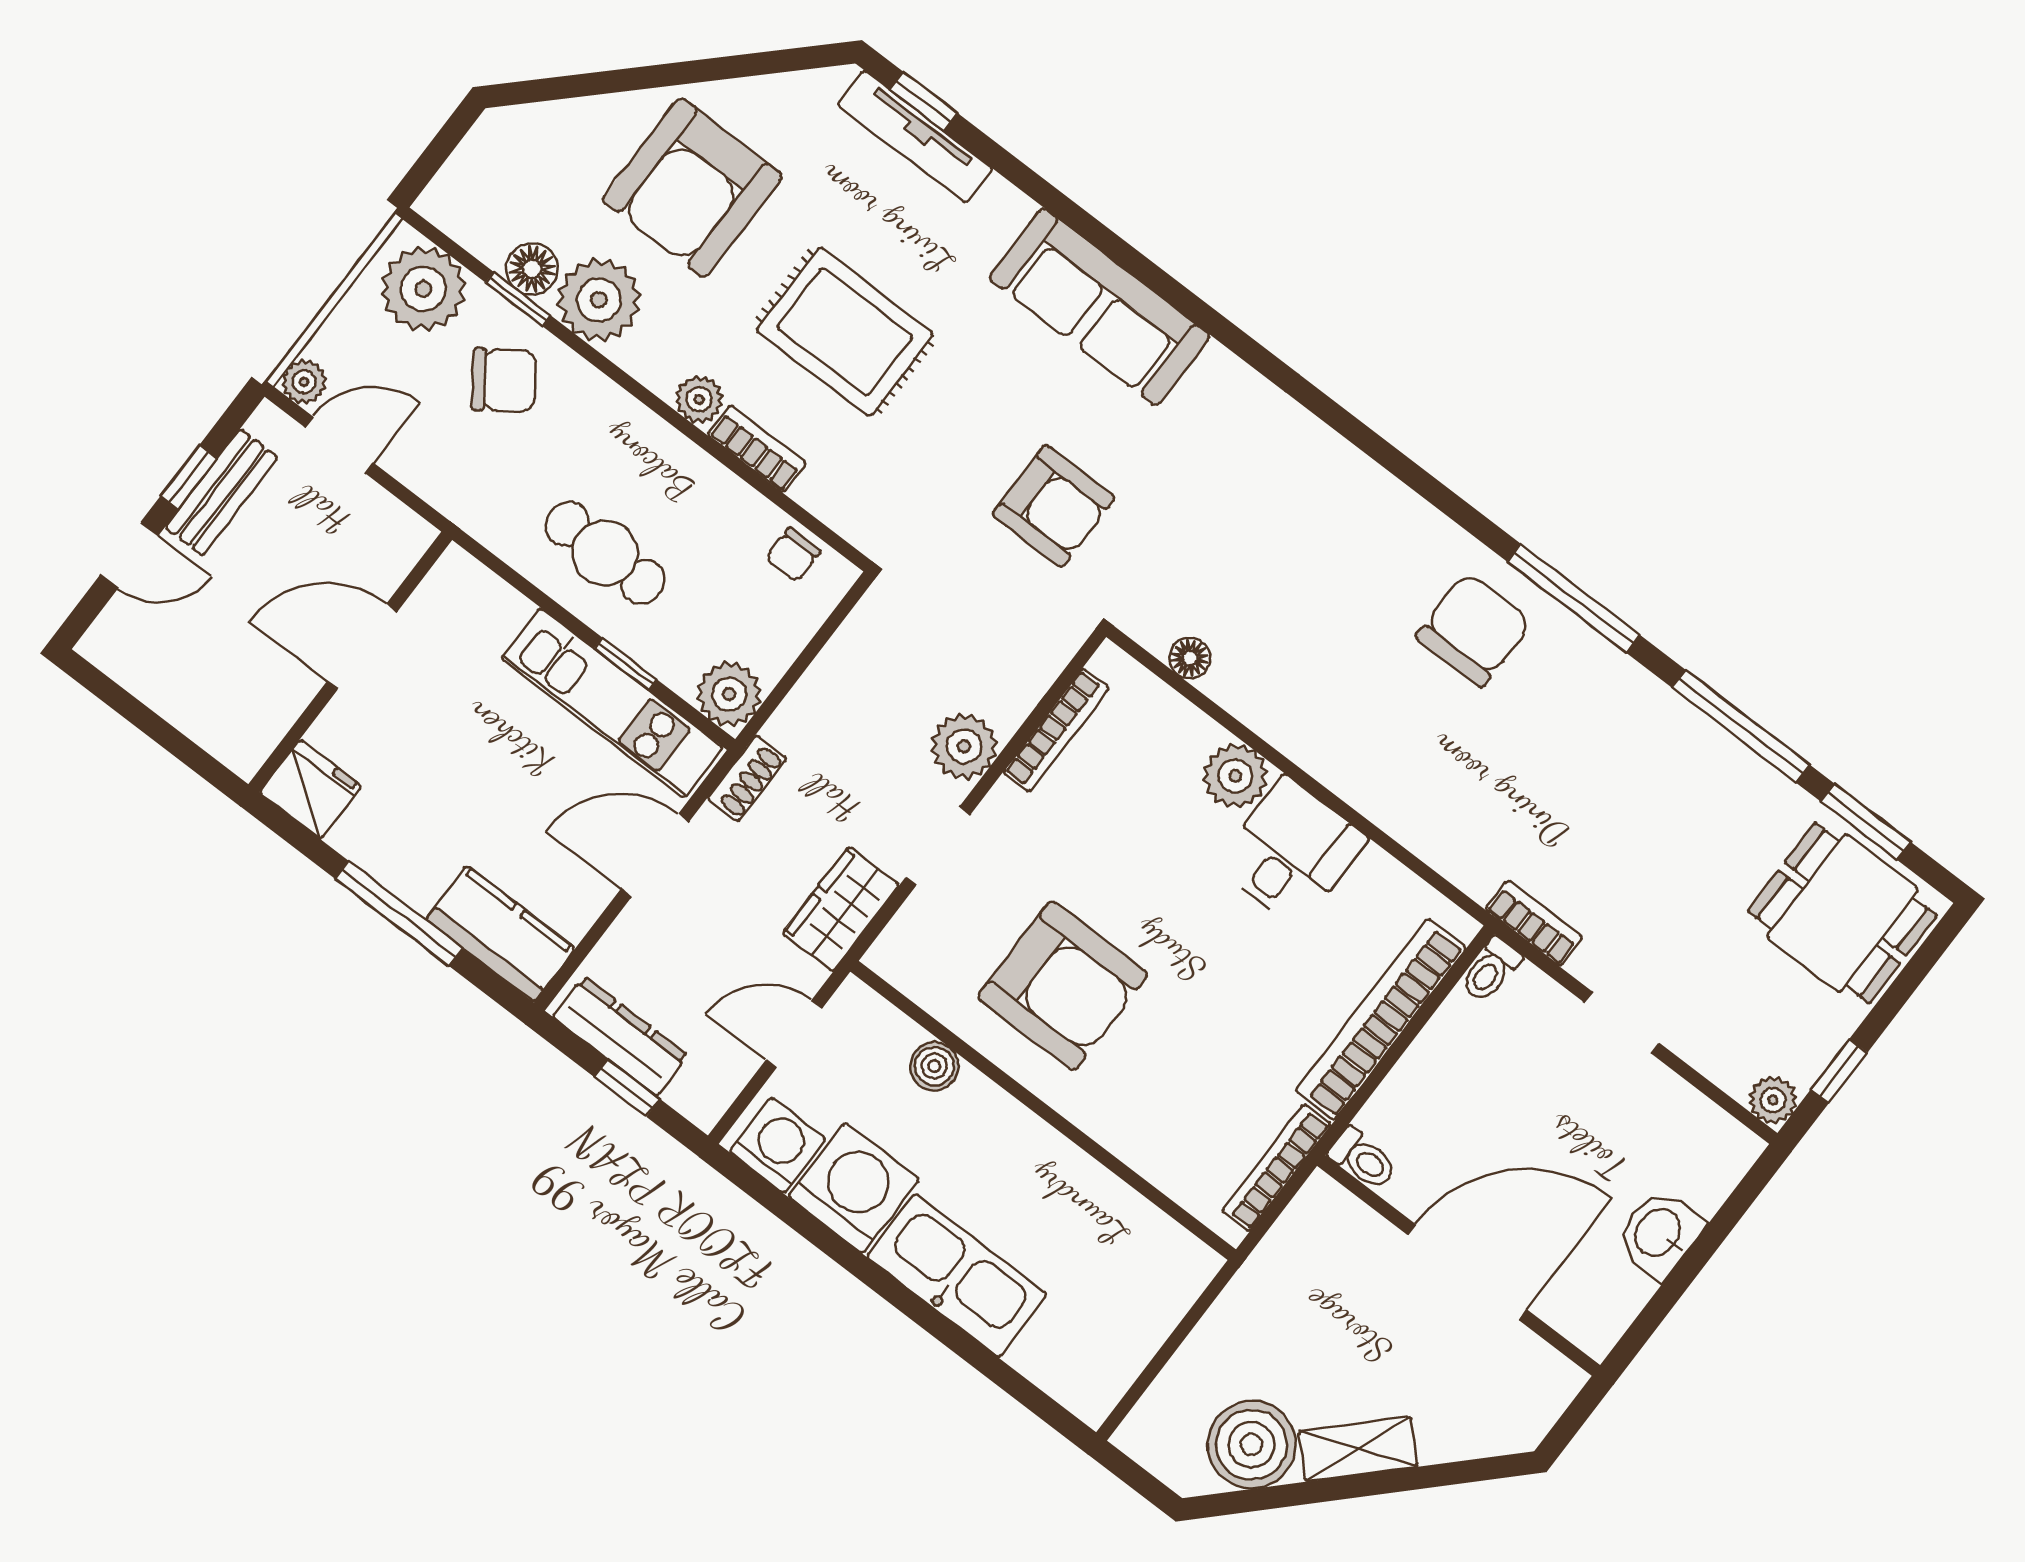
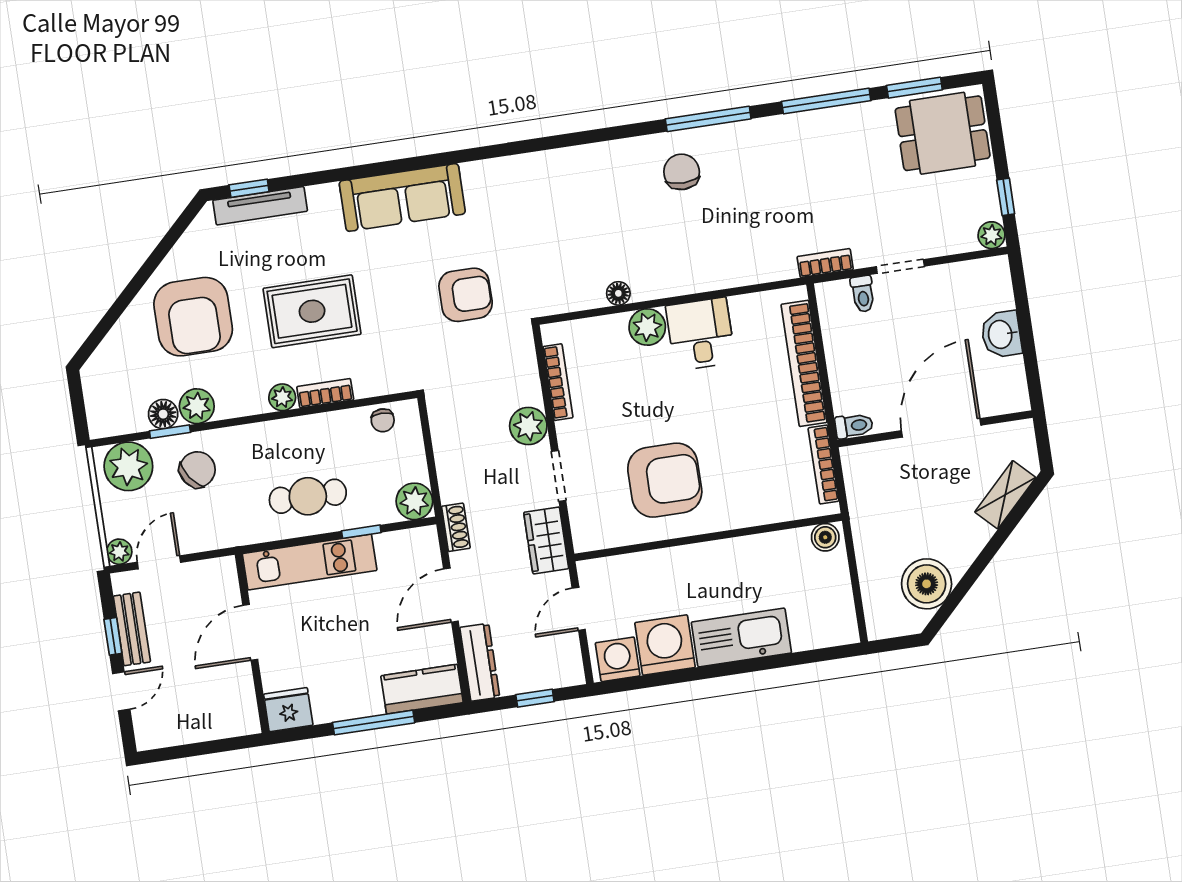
plant: (599, 300) -> (197, 406), width x0.73, depth x0.73
chair: (1474, 630) -> (682, 172), width x0.73, depth x0.73
floor lamp: (1190, 658) -> (618, 293), moved
kitchen unit: (612, 703) -> (310, 562), moved
toilet: (1491, 970) -> (863, 294), moved
dresser: (620, 1036) -> (480, 662), moved, turned 90
boiler: (934, 1066) -> (825, 537), moved
shelving: (1358, 1449) -> (1005, 495), moved

